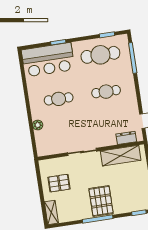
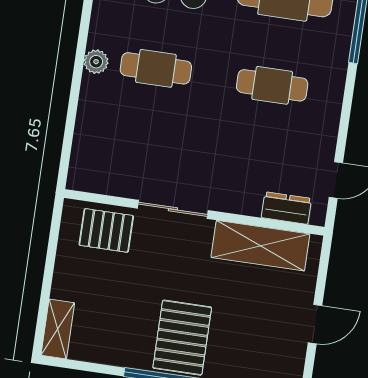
plant: (38, 125) -> (96, 62), moved
pallet: (59, 183) -> (106, 230), moved

